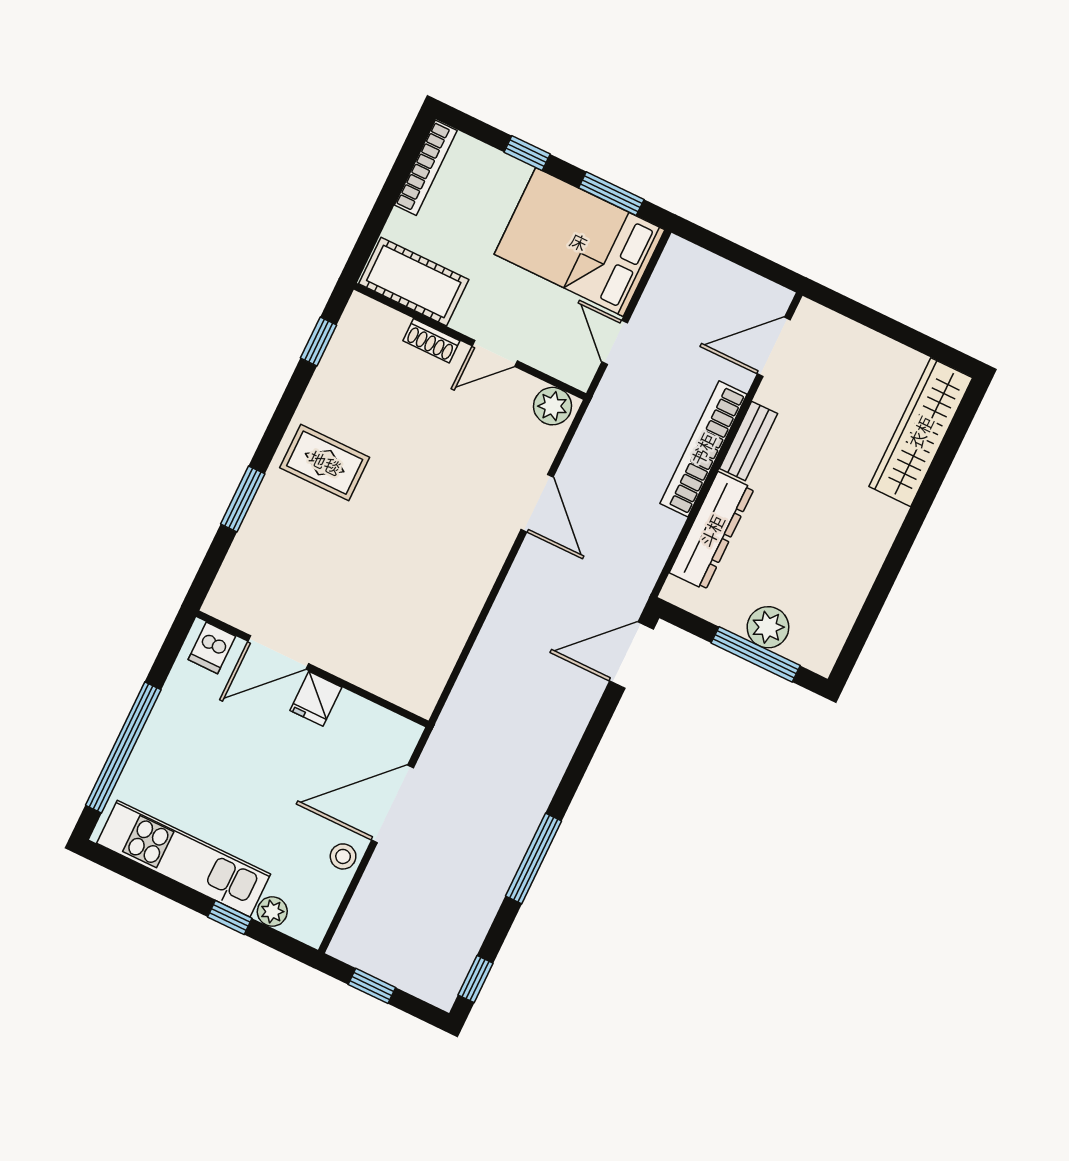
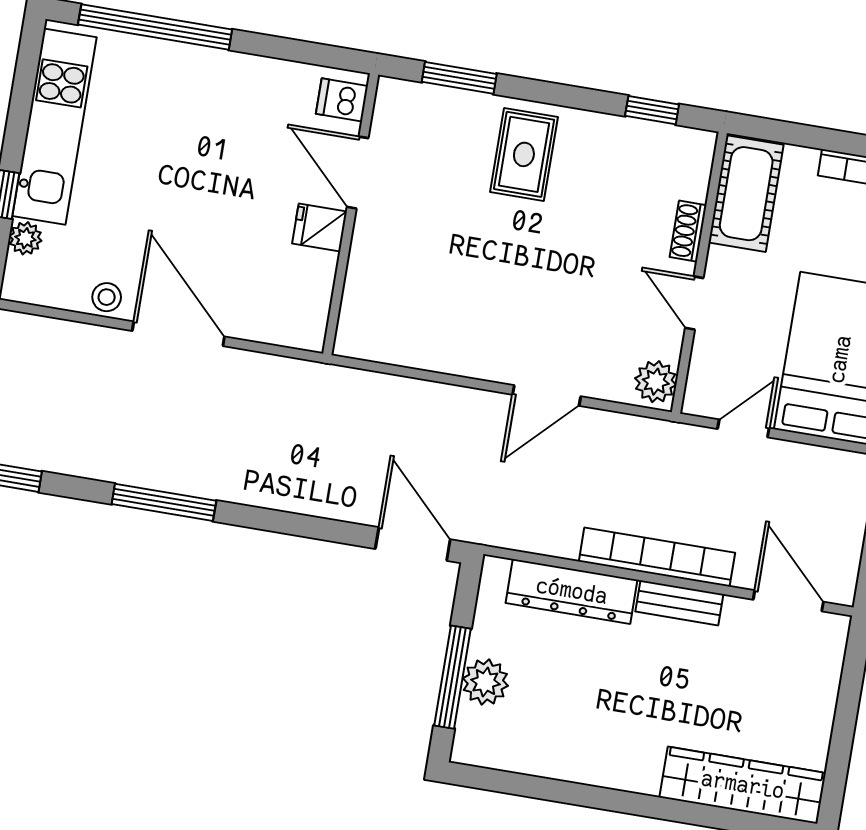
dishwasher: (212, 648) -> (342, 100), moved
door: (278, 652) -> (358, 173), moved
wall: (312, 669) -> (351, 214), moved
fridge: (316, 699) -> (320, 227), moved

